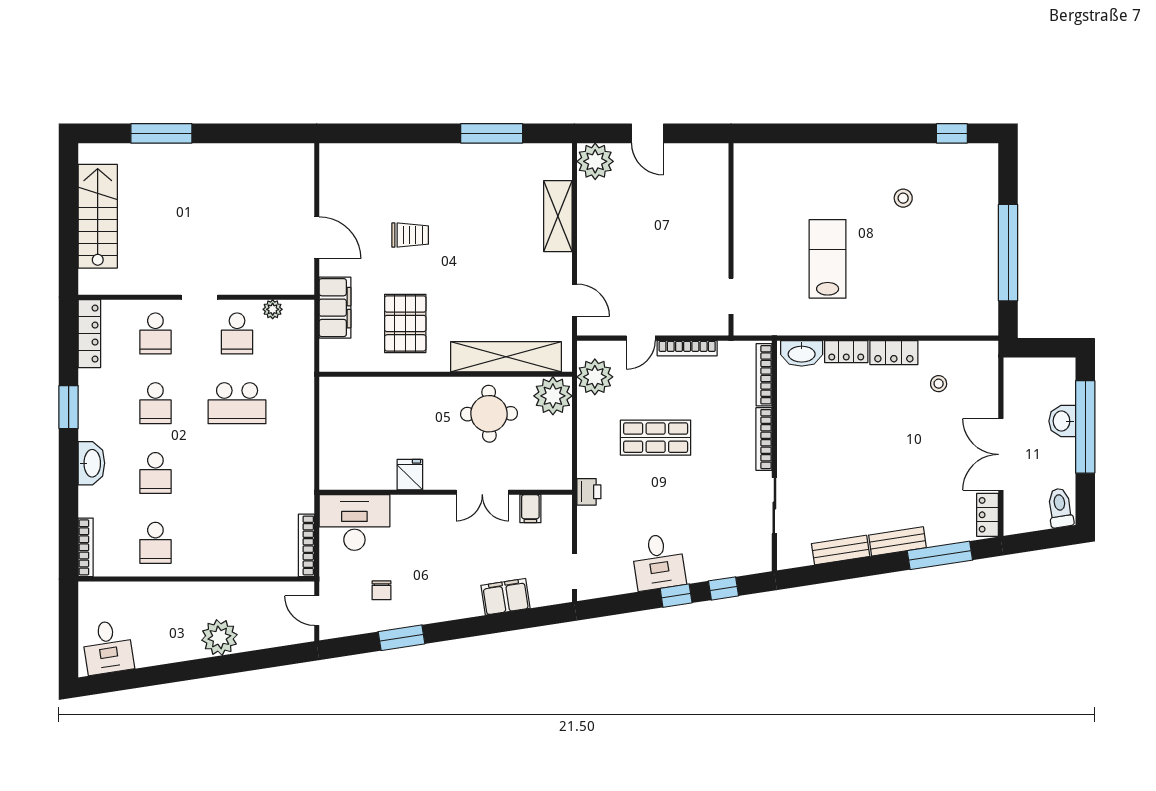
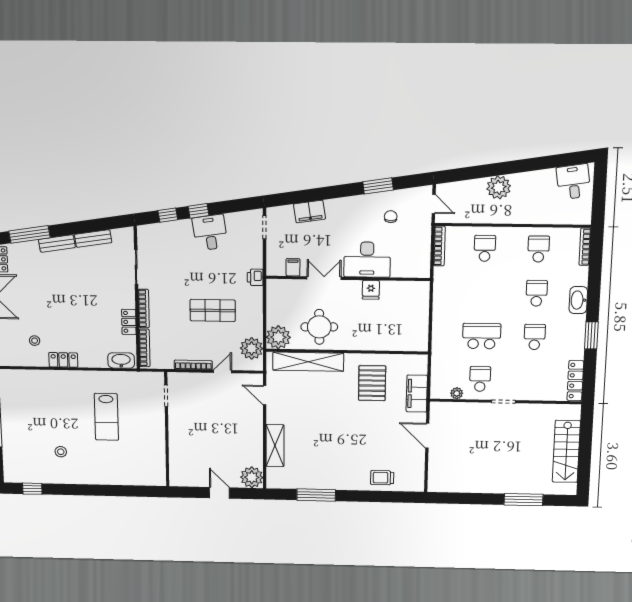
trolley: (410, 235) -> (382, 478), moved
school desk: (155, 333) -> (485, 248), moved
locker: (846, 352) -> (129, 322), moved, turned -90
desk: (354, 523) -> (367, 260), moved

